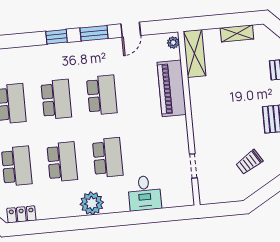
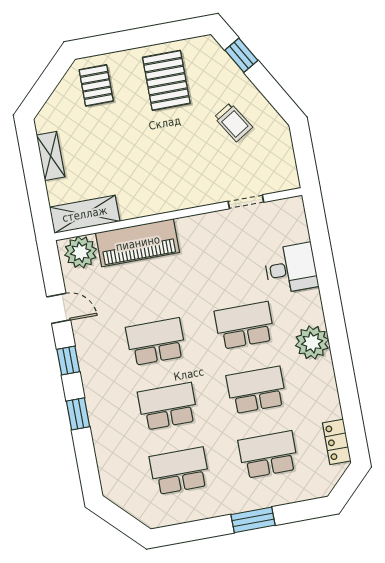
window: (94, 33) -> (68, 361), width x0.67
plant: (173, 43) -> (81, 252), width x1.88, depth x1.88

